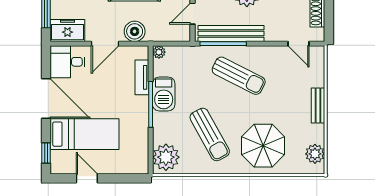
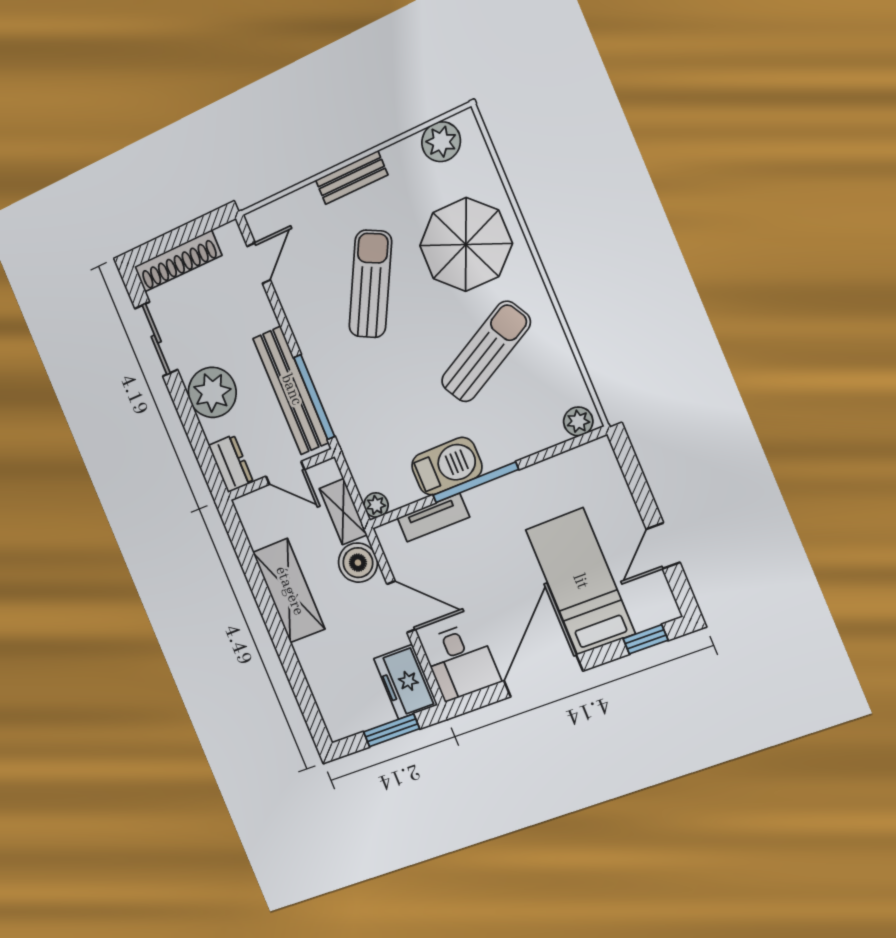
shelving: (162, 35) -> (343, 512), added
sun lounger: (239, 76) -> (370, 284), moved
plant: (166, 157) -> (578, 421), width x0.53, depth x0.53

